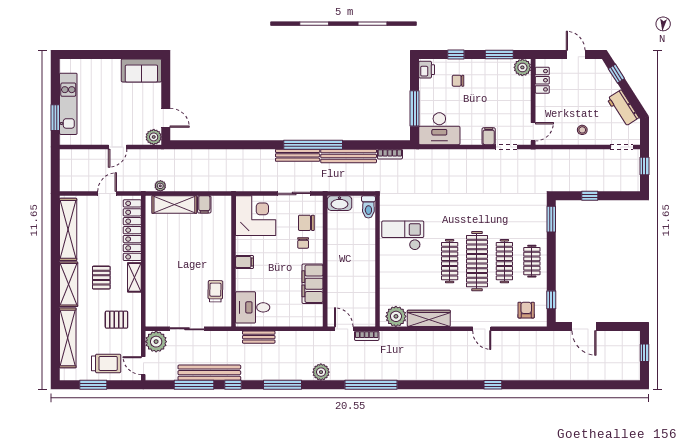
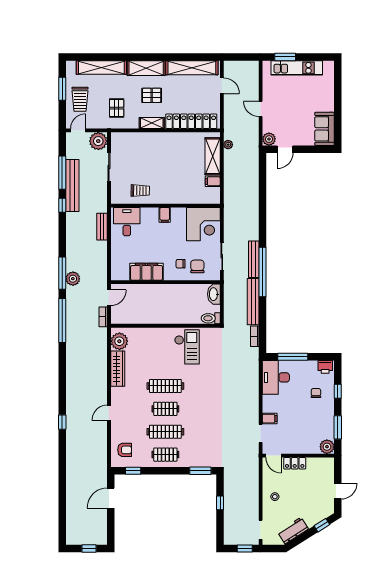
locker: (542, 80) -> (295, 463), moved
door: (107, 193) -> (222, 86), moved
clothes rail: (477, 261) -> (165, 409), width x0.54, depth x0.76
window: (282, 385) -> (62, 273), moved

